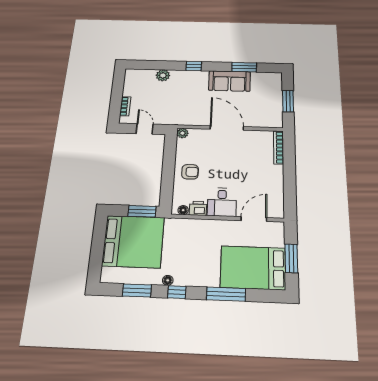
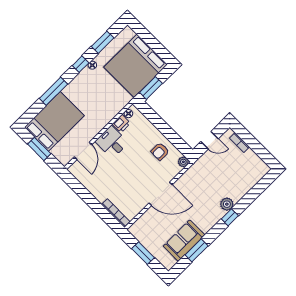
plant: (163, 75) -> (227, 204), moved
sofa: (229, 81) -> (184, 241), moved
armchair: (190, 172) -> (160, 151), moved

